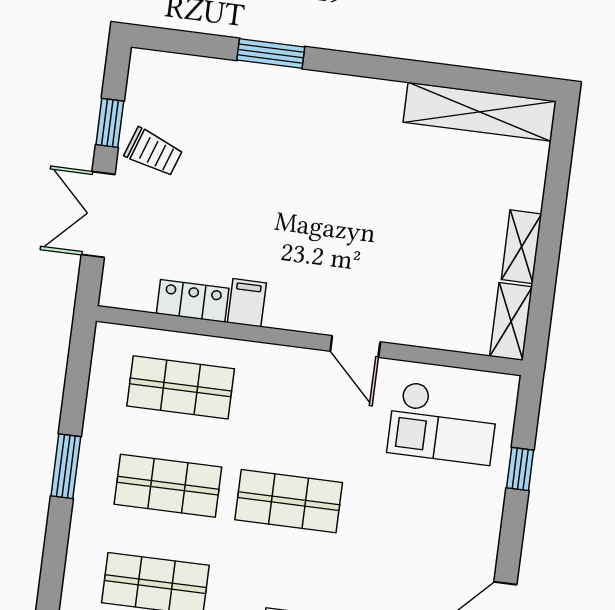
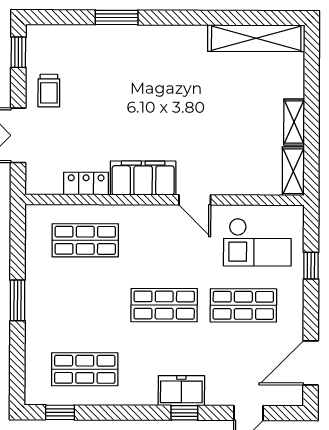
window: (110, 123) -> (18, 52), moved
trolley: (153, 152) -> (49, 91), turned 71
filing cabinet: (247, 303) -> (143, 178), width x3.00, depth x1.17
shop shelf: (168, 486) -> (243, 305), moved

